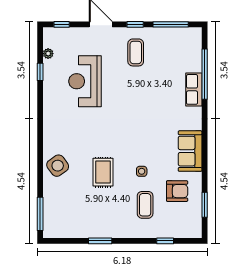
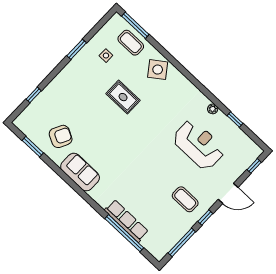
plant: (48, 54) -> (213, 109), moved
row of seats: (194, 89) -> (126, 221), width x1.48
side table: (142, 171) -> (106, 56), moved
armchair: (177, 191) -> (61, 136), turned -153
coffee table: (145, 205) -> (131, 43), moved

